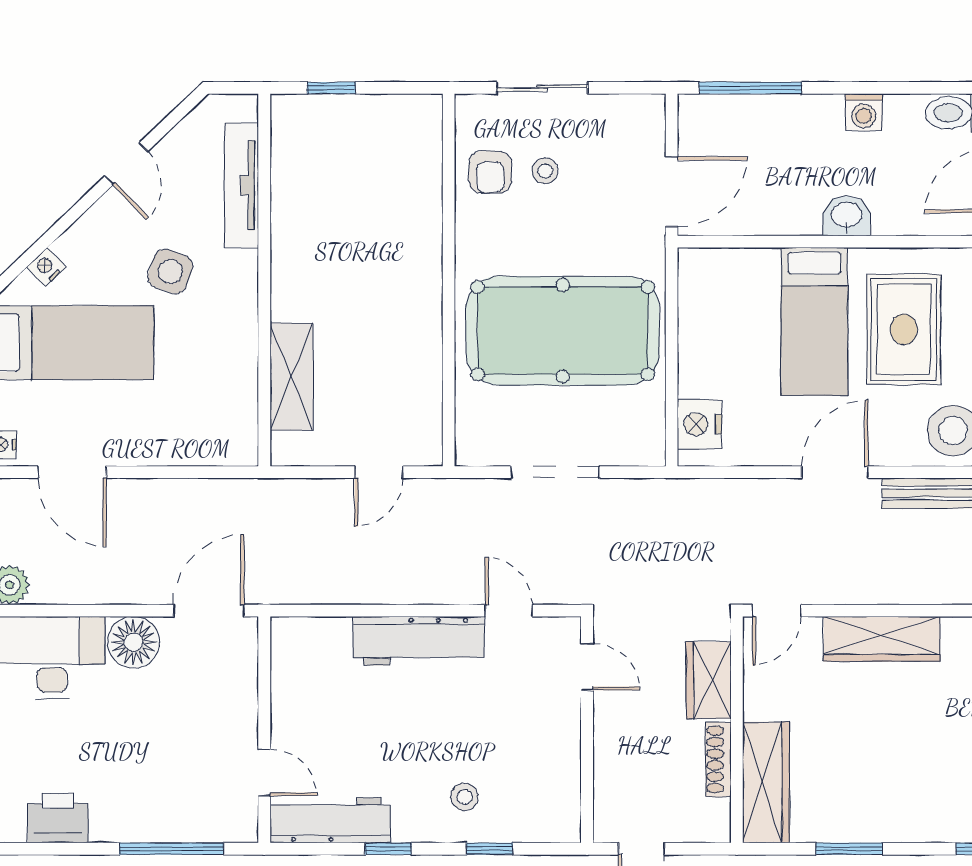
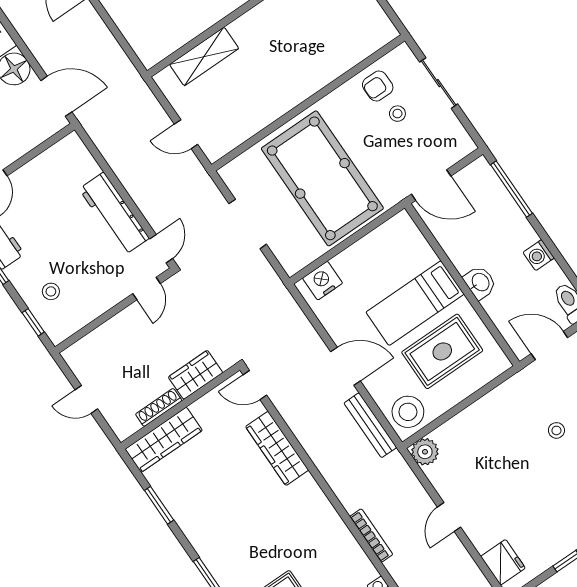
door: (587, 667) -> (147, 289), moved
wall: (587, 730) -> (114, 311), moved

